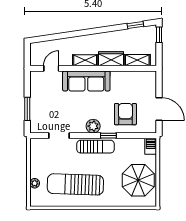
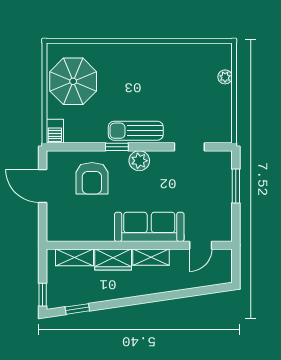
sun lounger: (75, 184) -> (165, 75), removed

